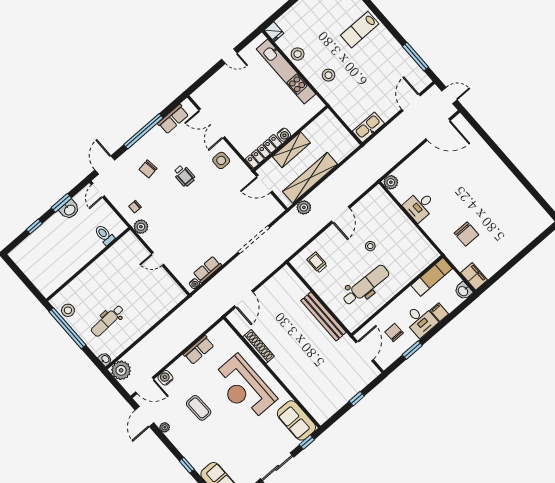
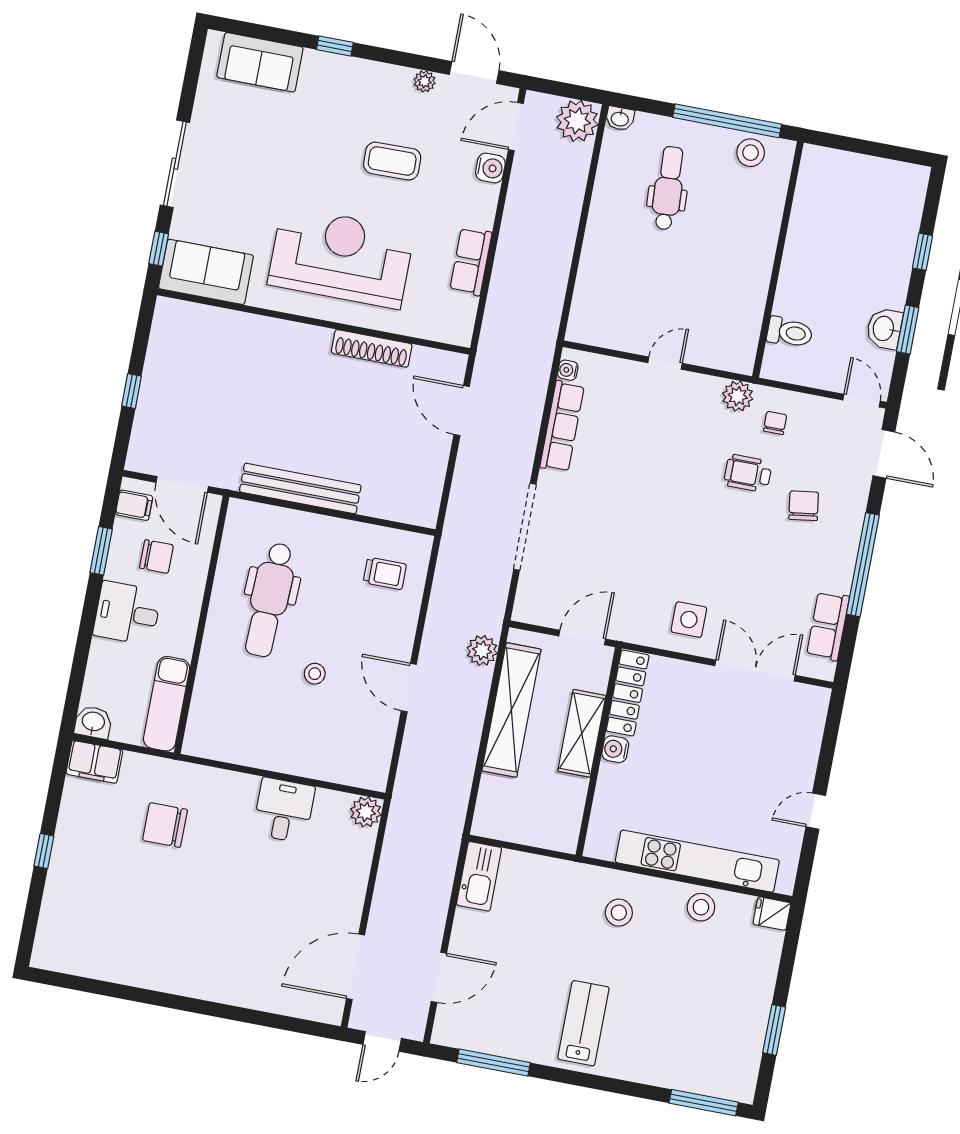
lab bench: (360, 30) -> (583, 1023), moved
door: (411, 102) -> (439, 977), hinge flipped
wheelchair: (184, 176) -> (748, 473), moved
window: (517, 259) -> (44, 851), added
row of seats: (207, 269) -> (562, 426), width x1.48
filing cabinet: (439, 312) -> (134, 505), moved

